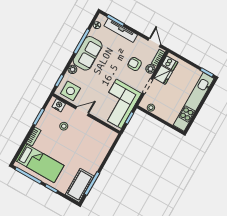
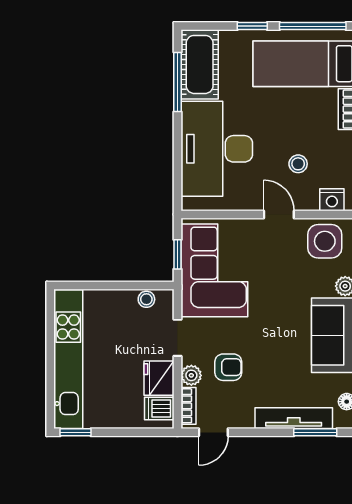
door: (154, 42) -> (213, 432), hinge flipped
door: (82, 111) -> (279, 214), swing flipped
desk: (91, 150) -> (217, 149), added

